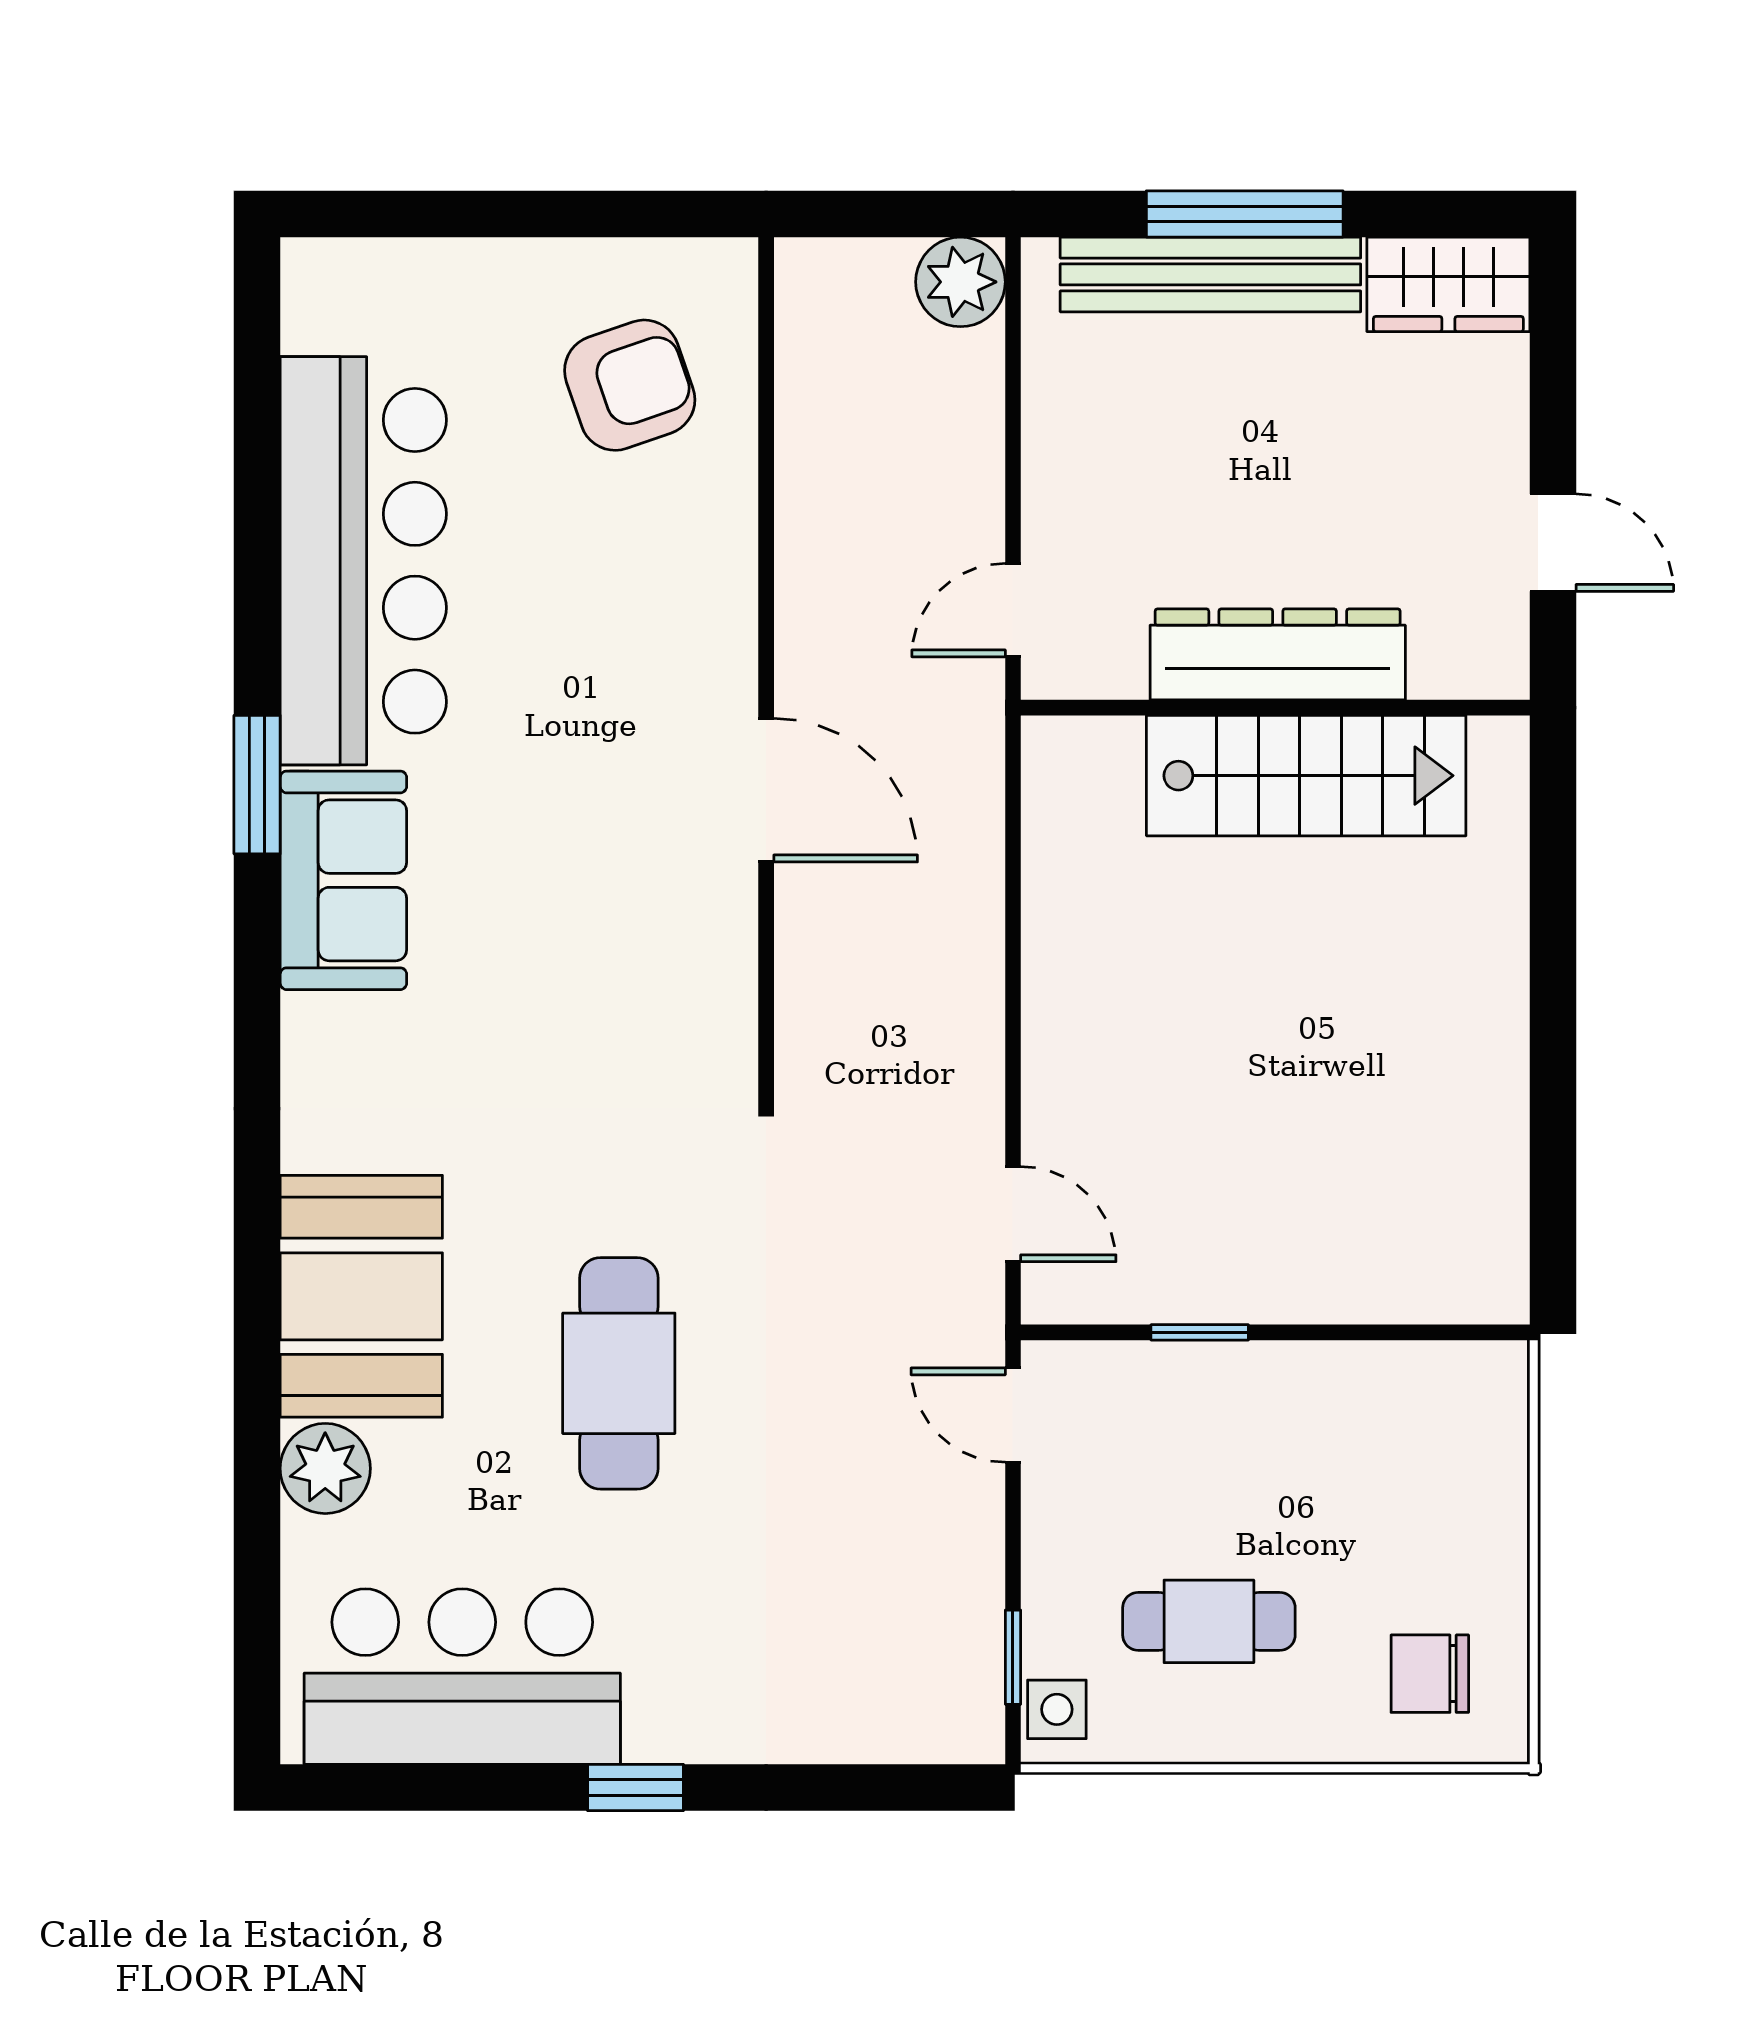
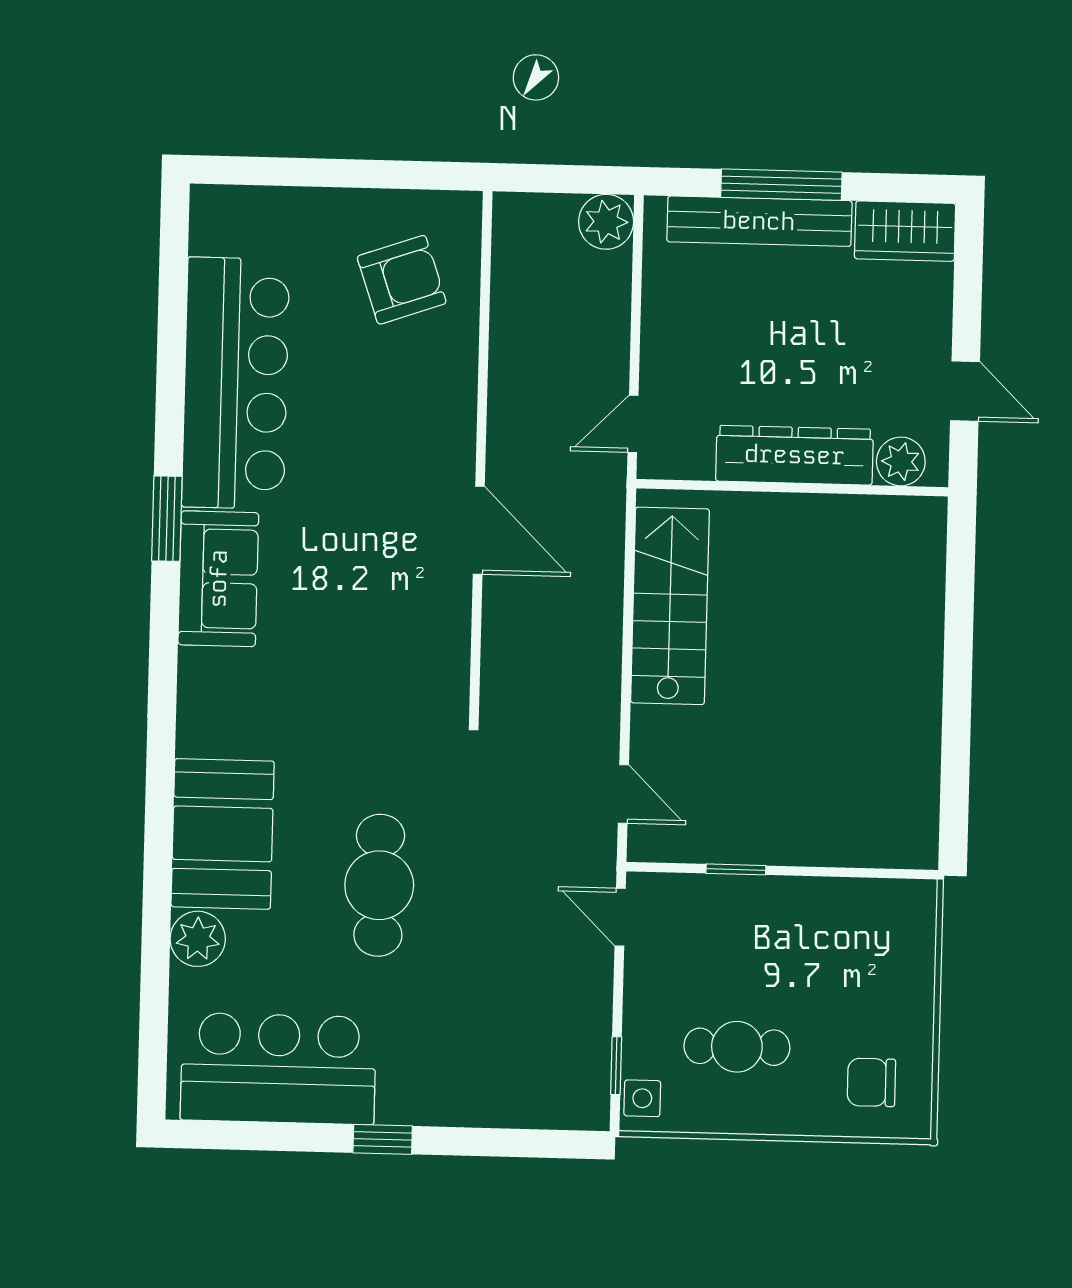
plant: (1451, 660) -> (901, 461), added
stairs: (1306, 776) -> (670, 606), moved, turned -90

